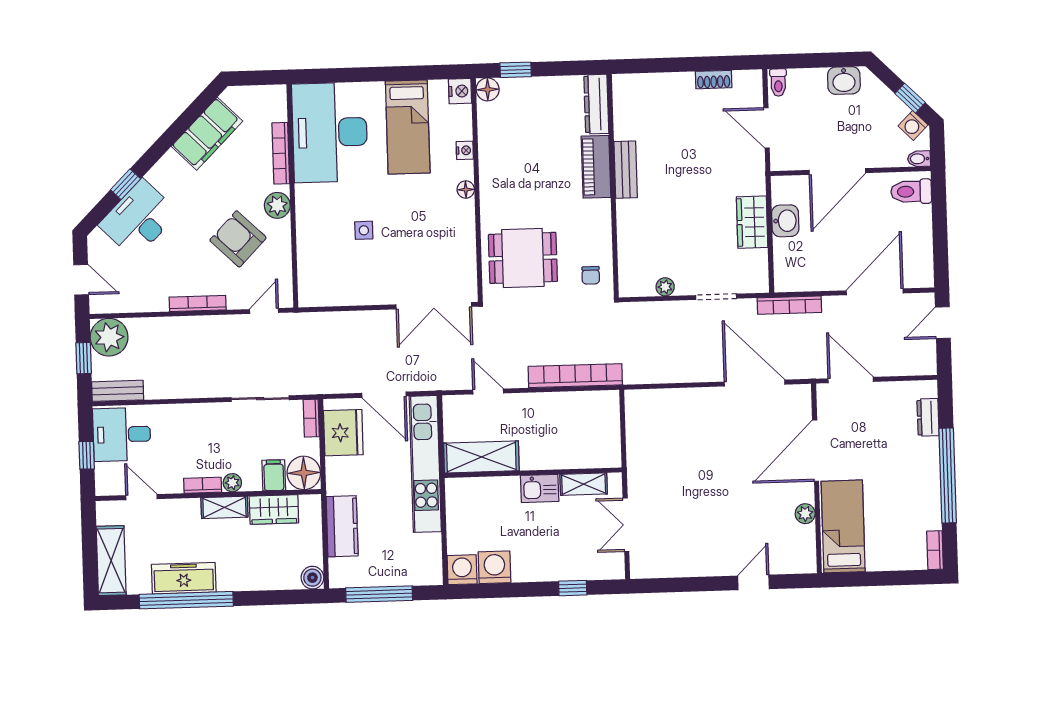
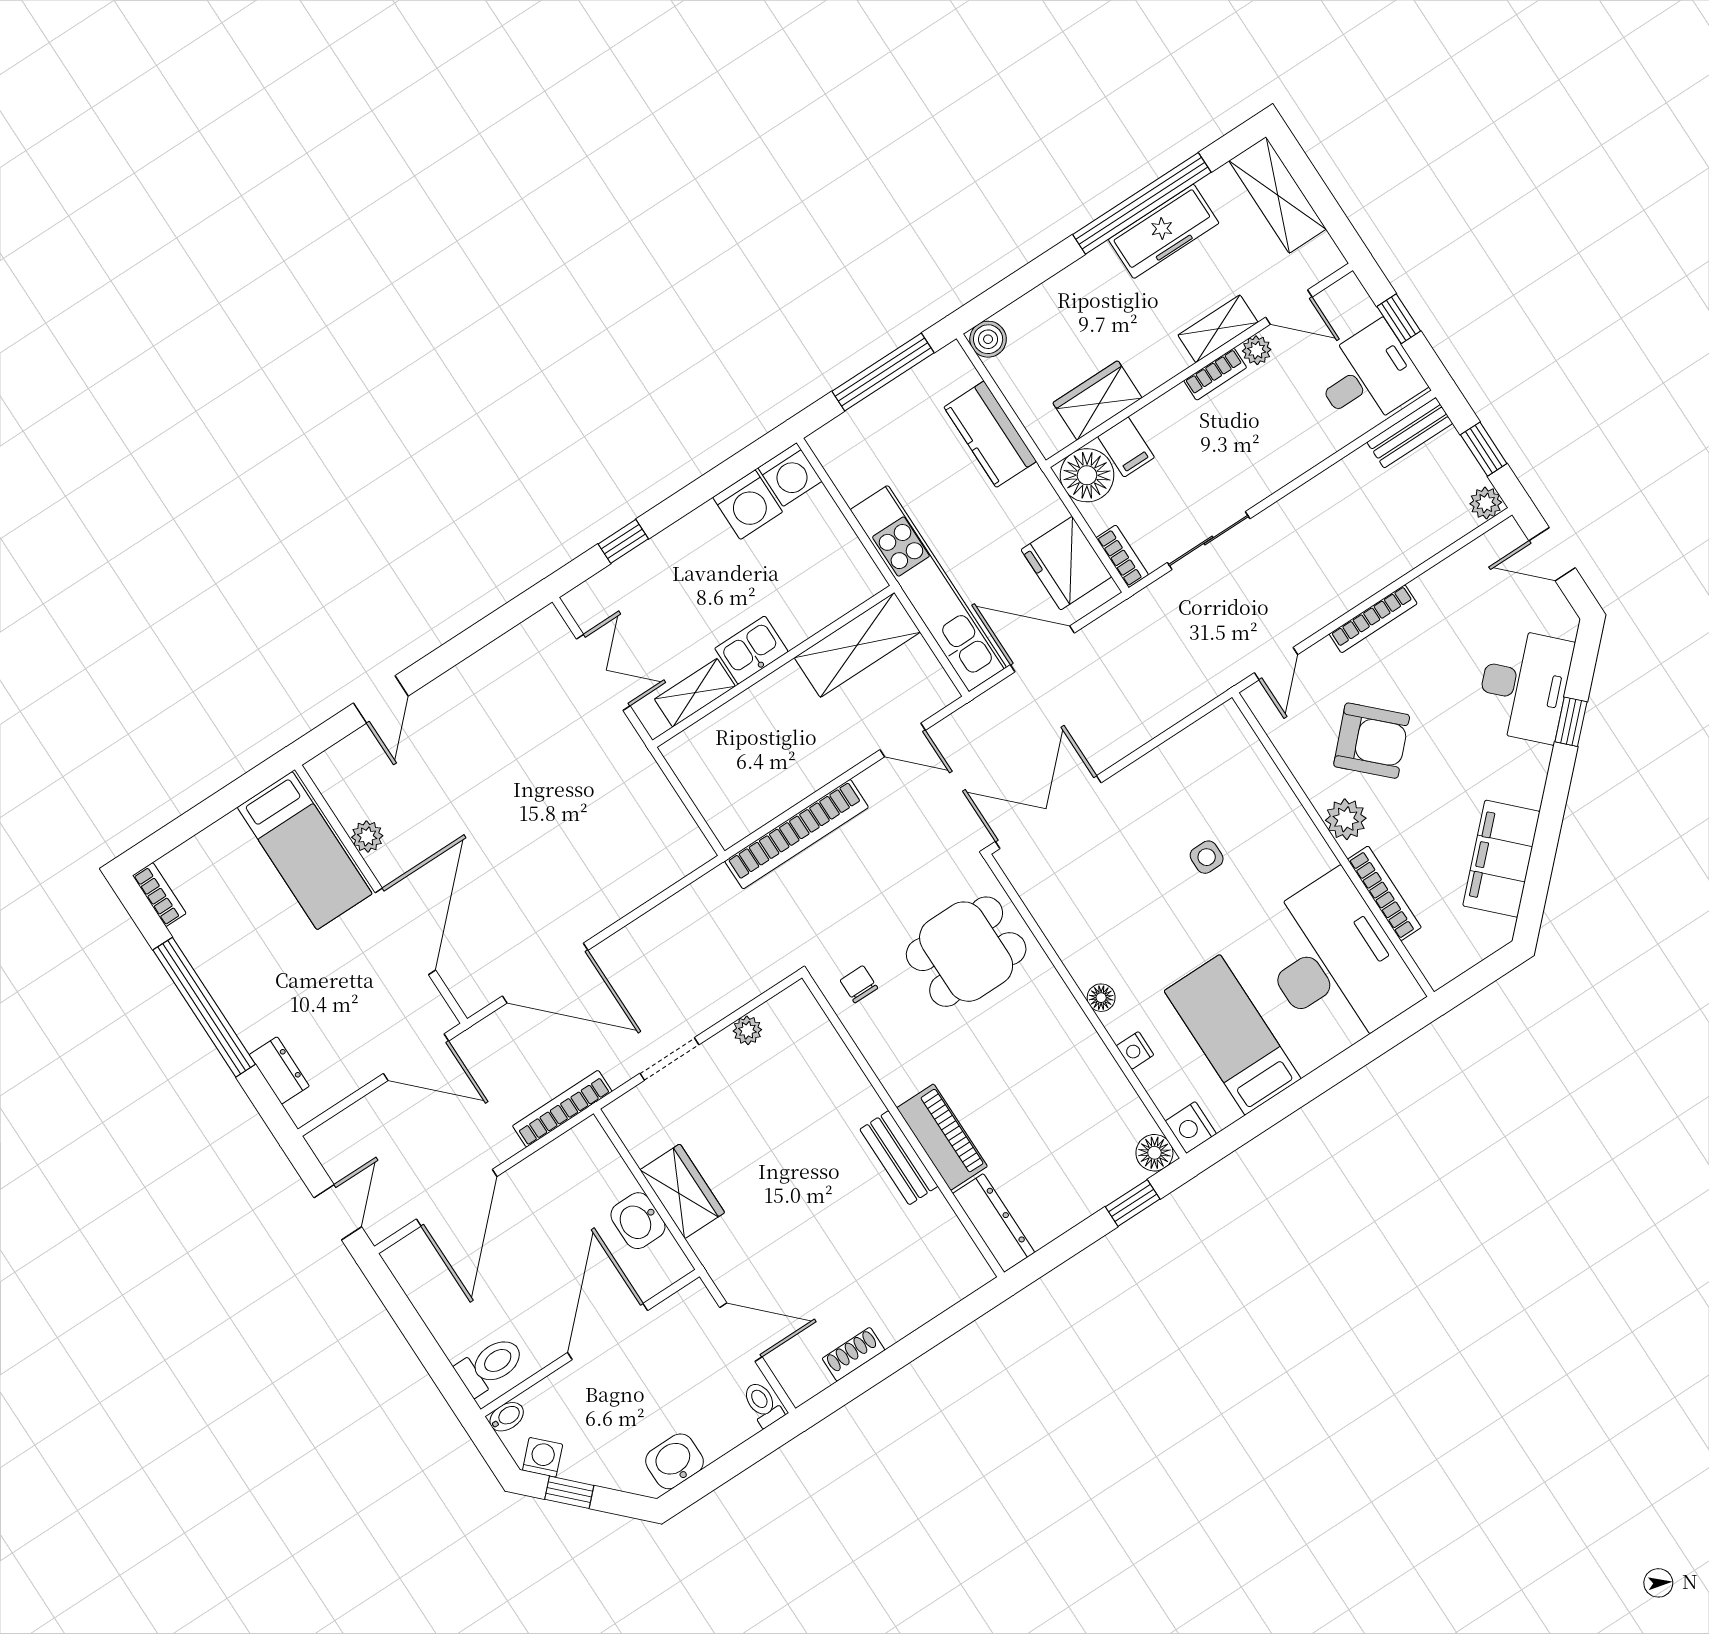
plant: (109, 337) -> (1486, 503), width x0.53, depth x0.53
plant: (232, 483) -> (1257, 350), moved
shelving: (224, 507) -> (1218, 329), moved

